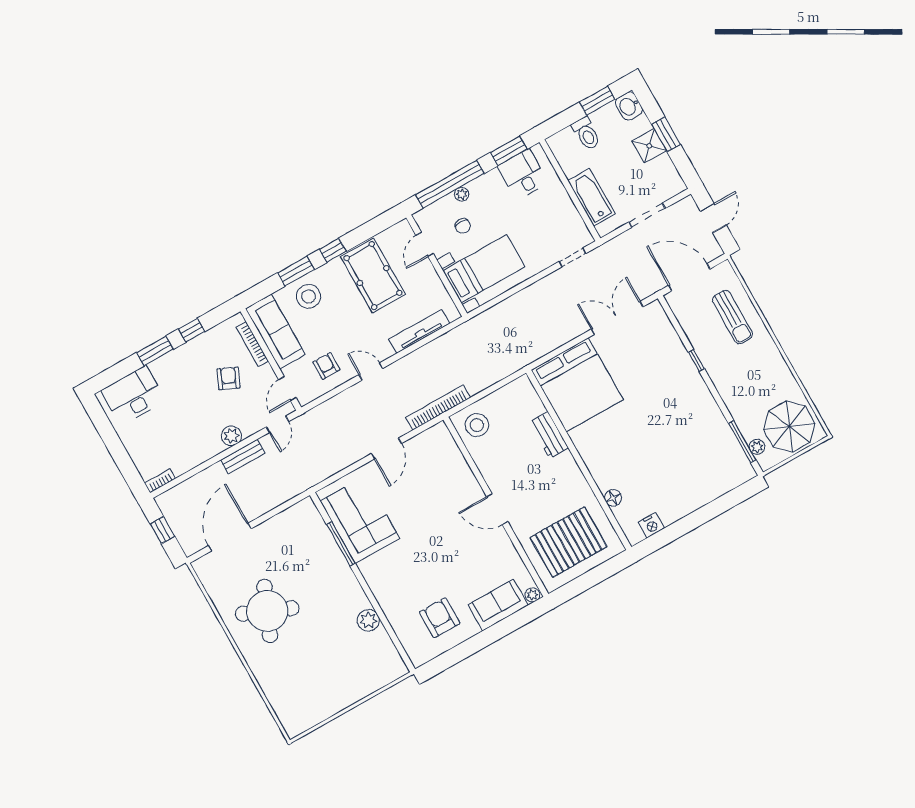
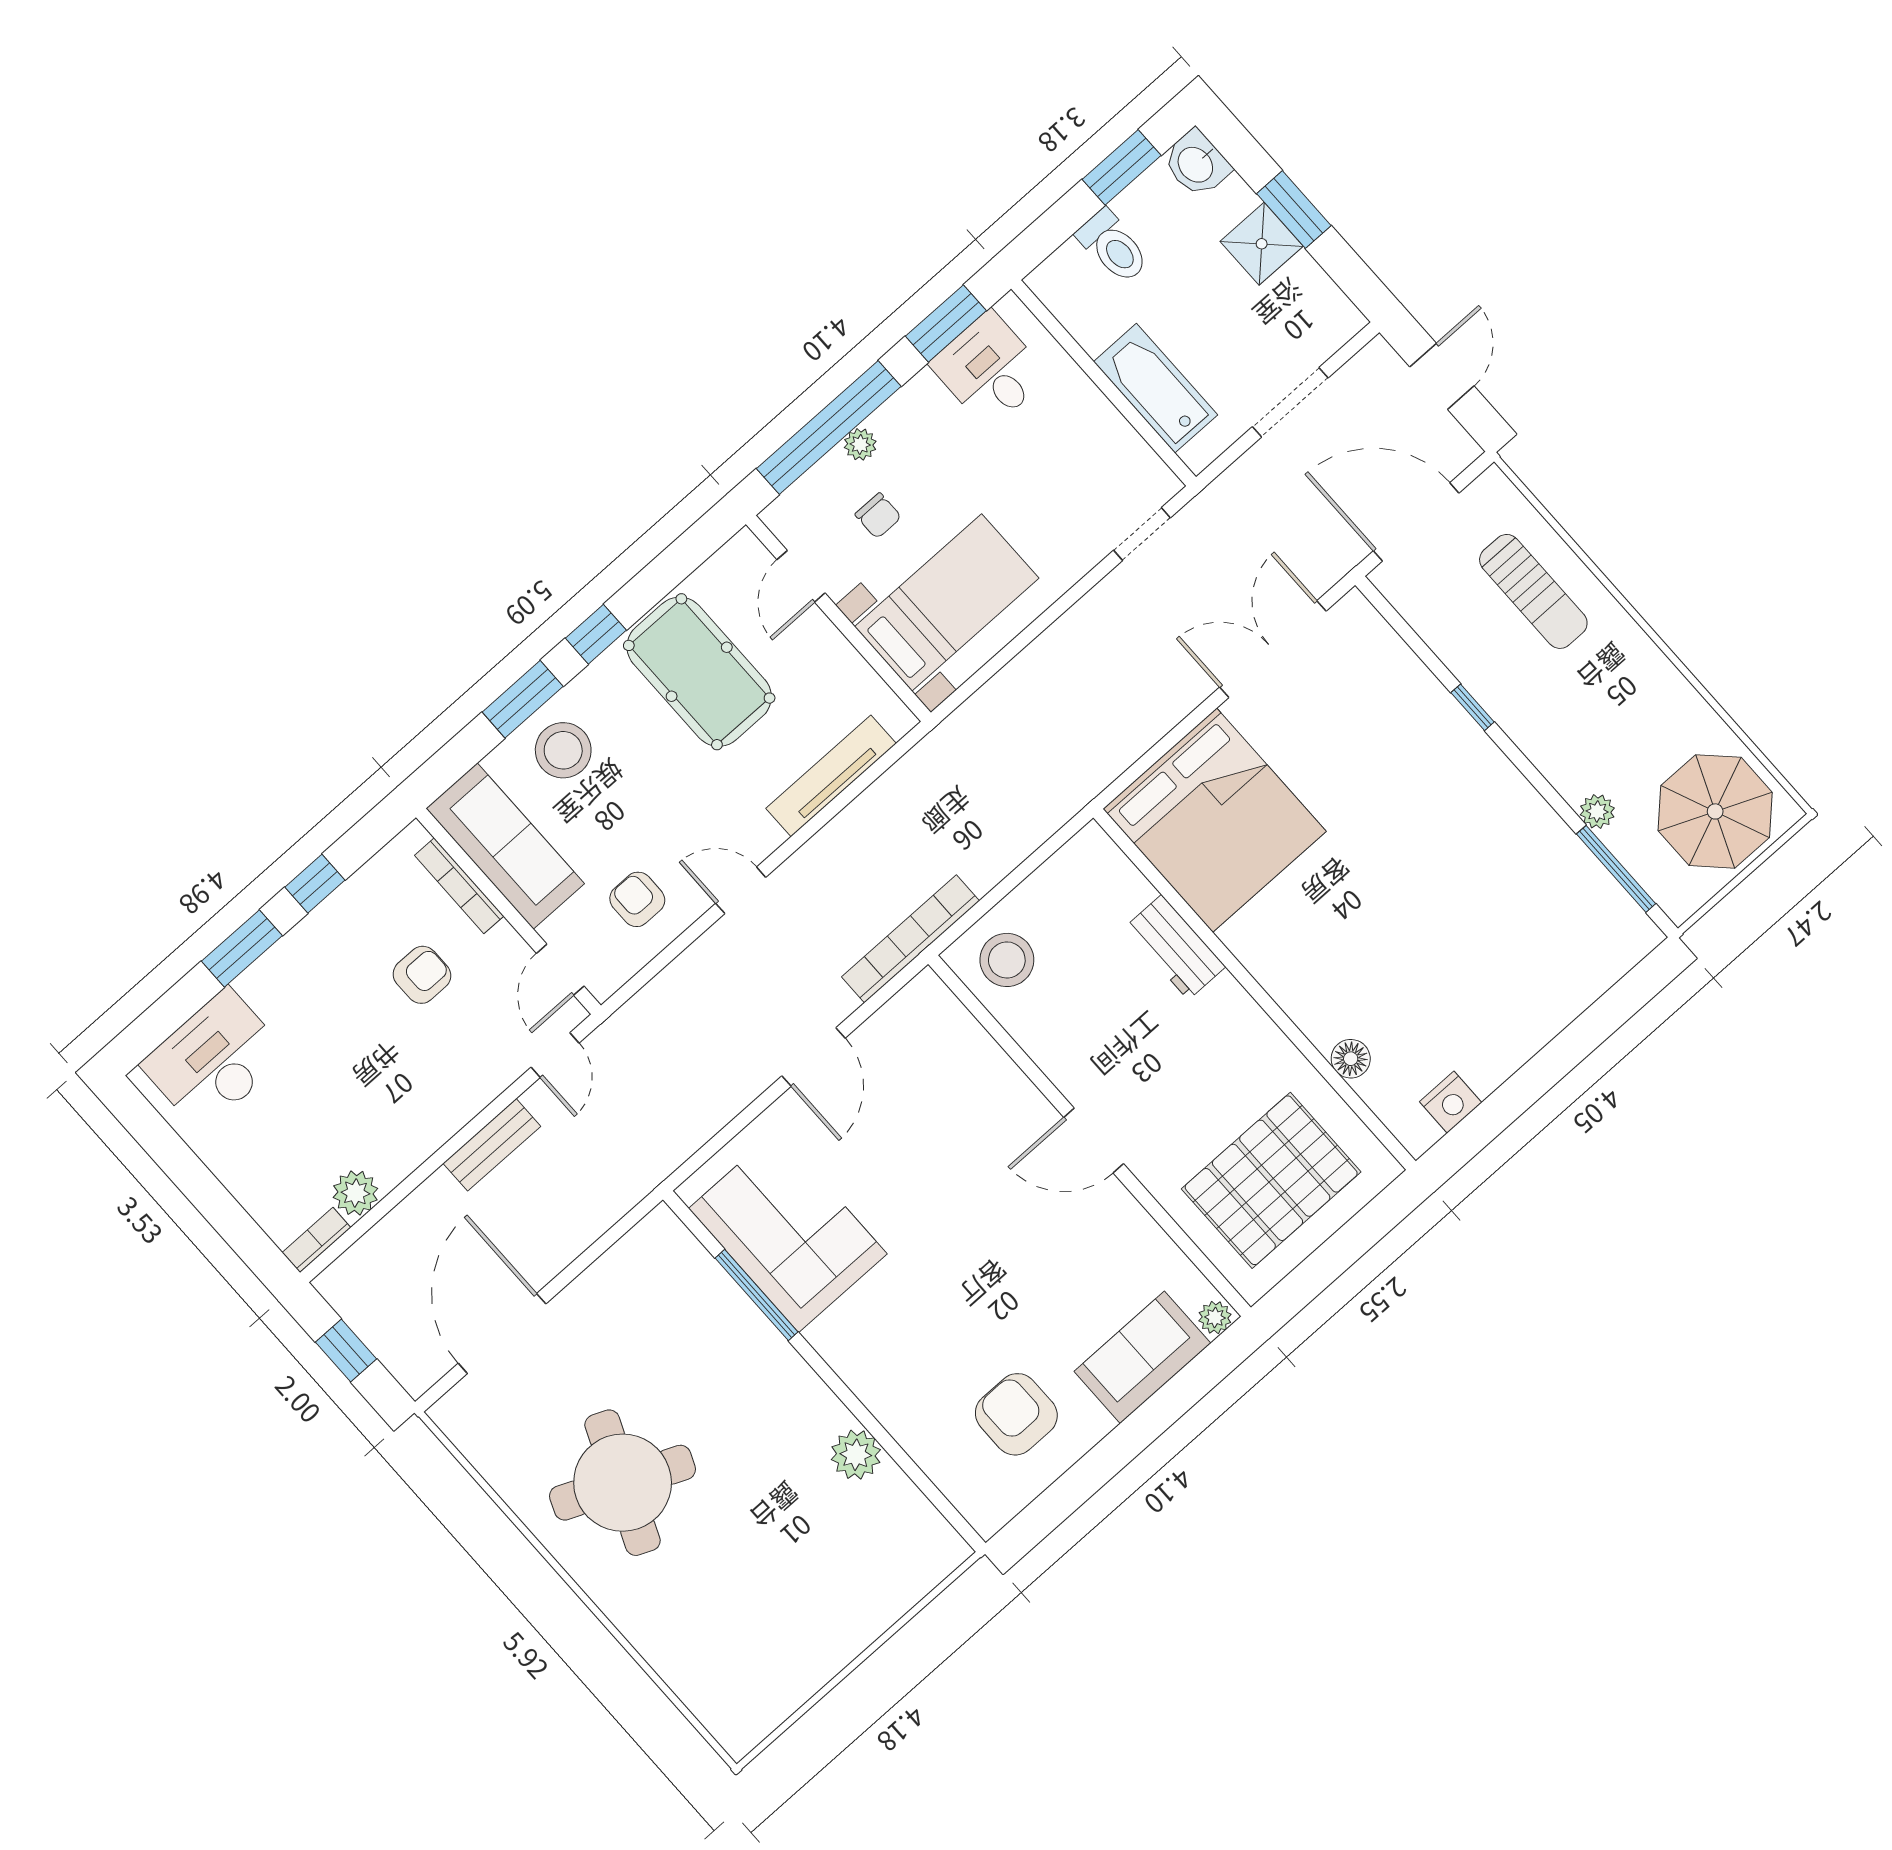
armchair: (229, 378) -> (422, 975), turned 66
plant: (231, 436) -> (355, 1193), moved
plant: (757, 447) -> (1597, 811), moved

